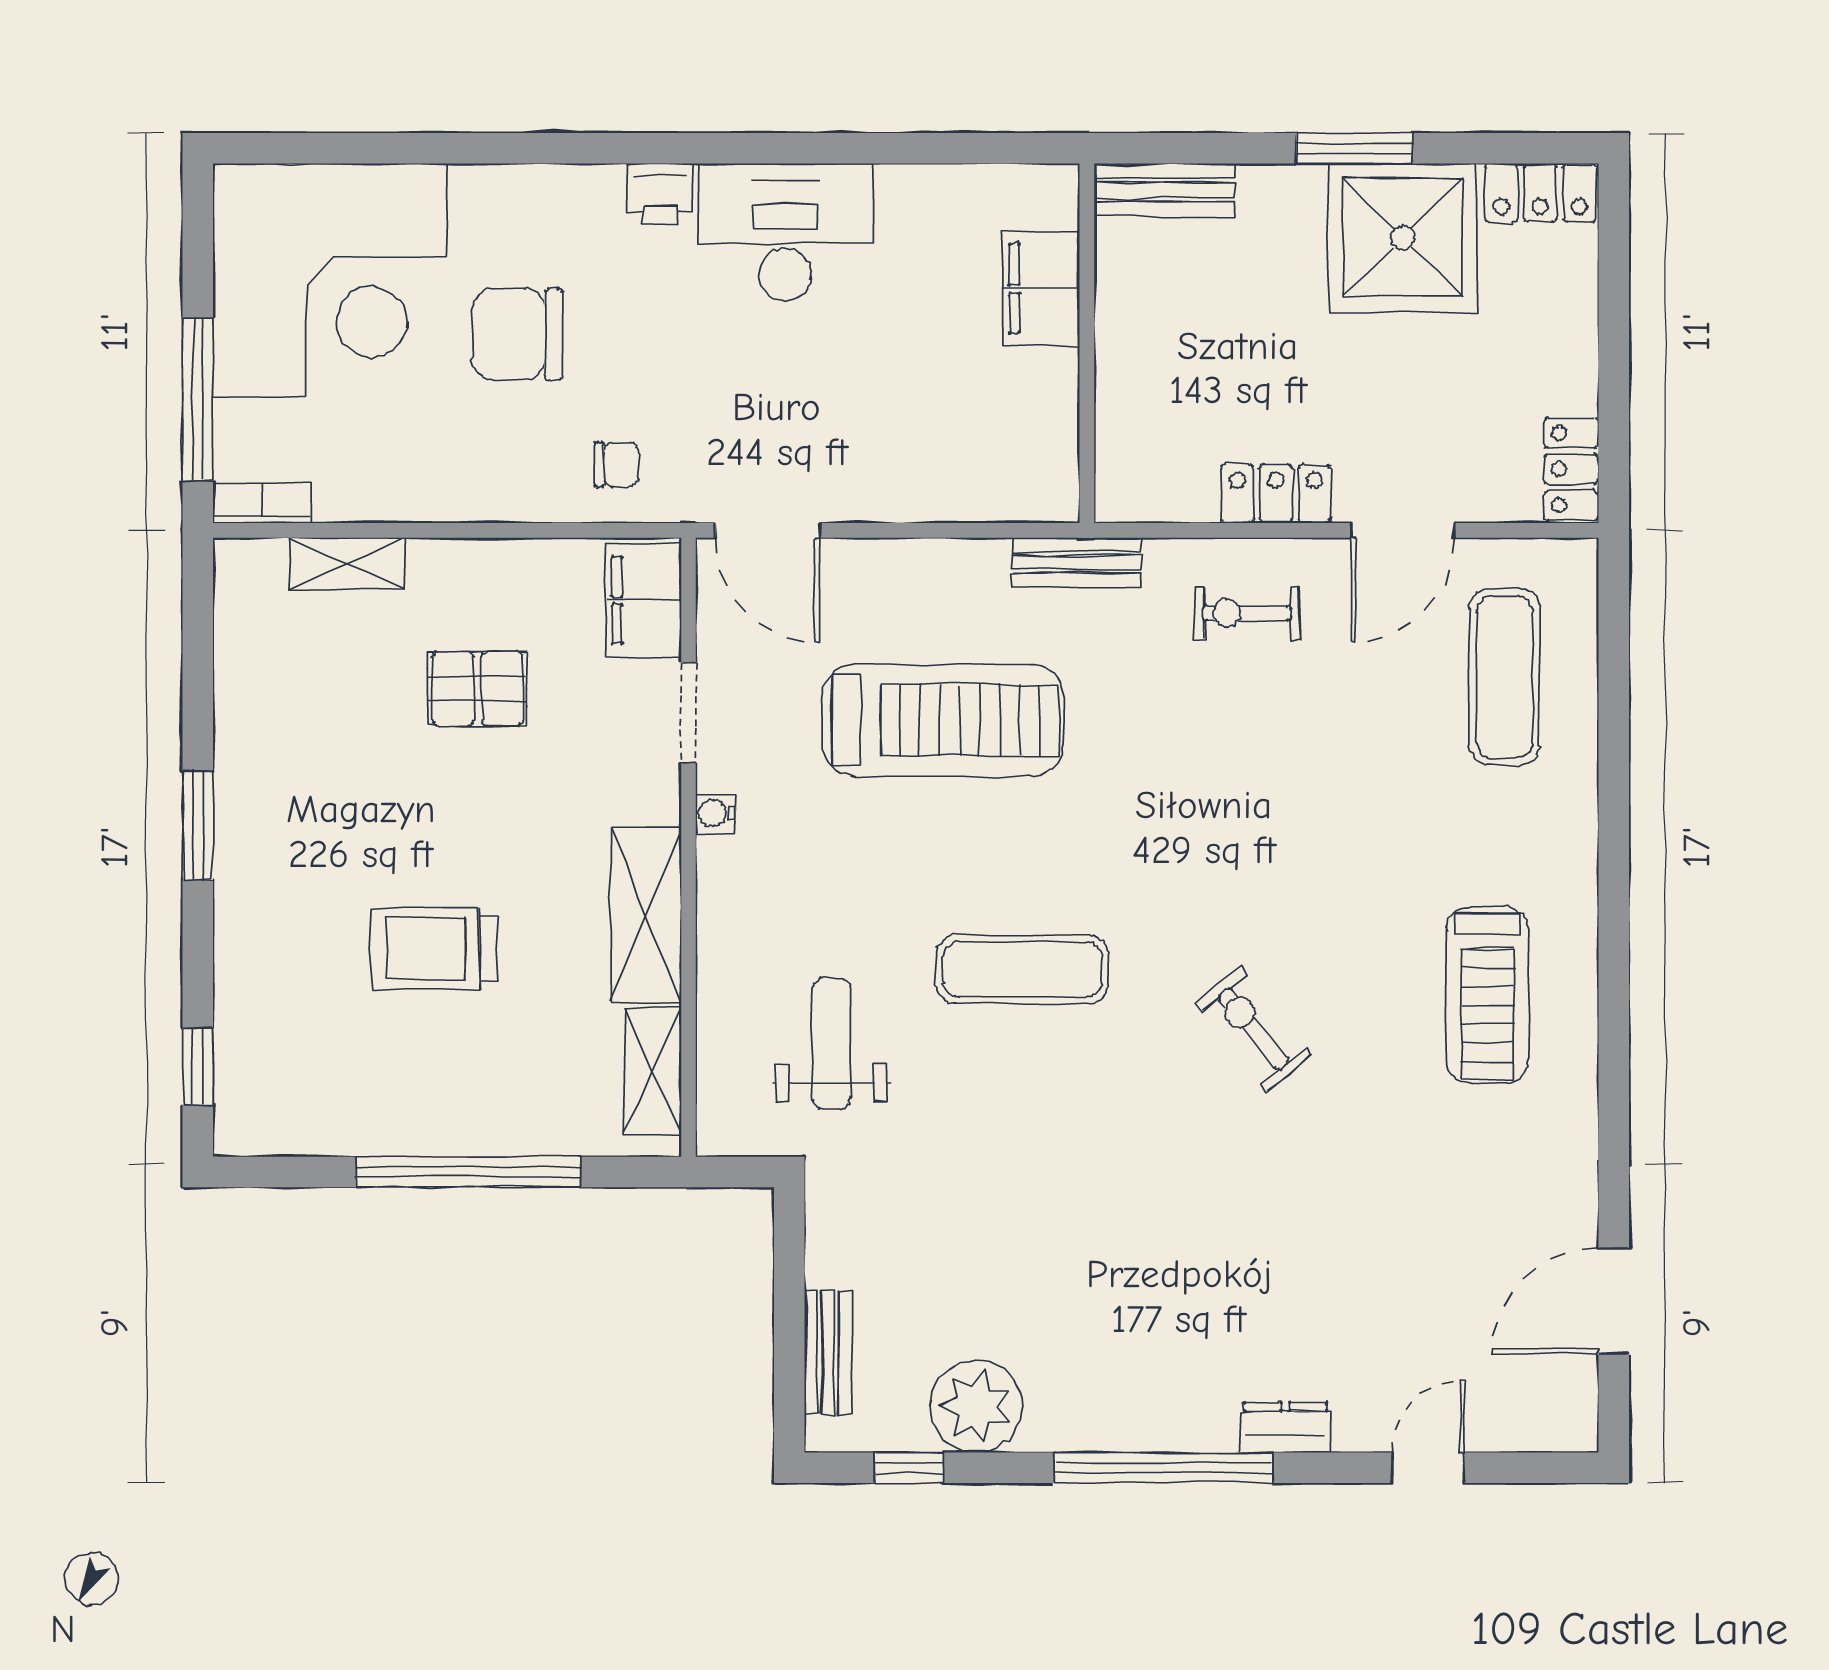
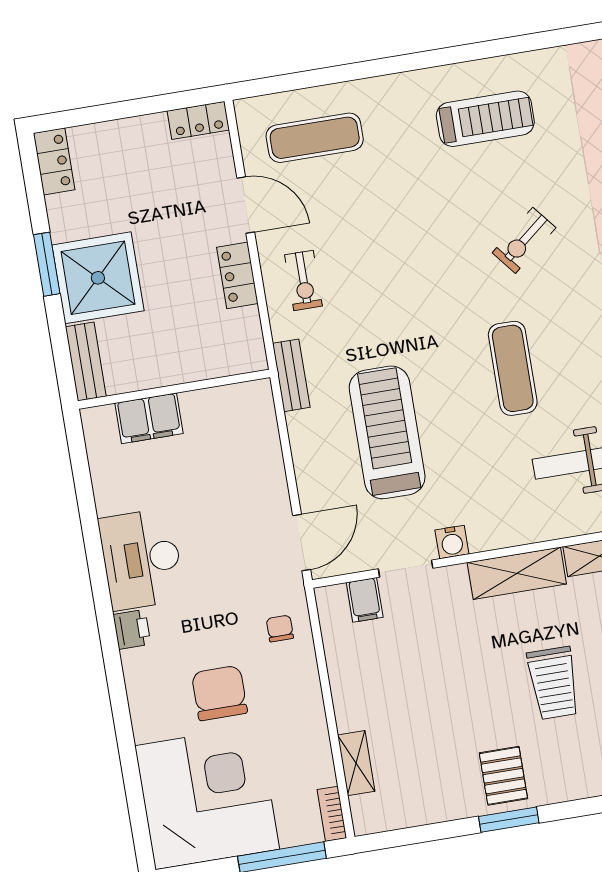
shower: (1403, 238) -> (98, 278), moved
chair: (517, 334) -> (219, 693), turned 180
filing cabinet: (644, 600) -> (365, 600), width x0.50
pallet: (477, 689) -> (503, 776), moved
water cooler: (716, 813) -> (452, 542), width x1.38, depth x1.38

